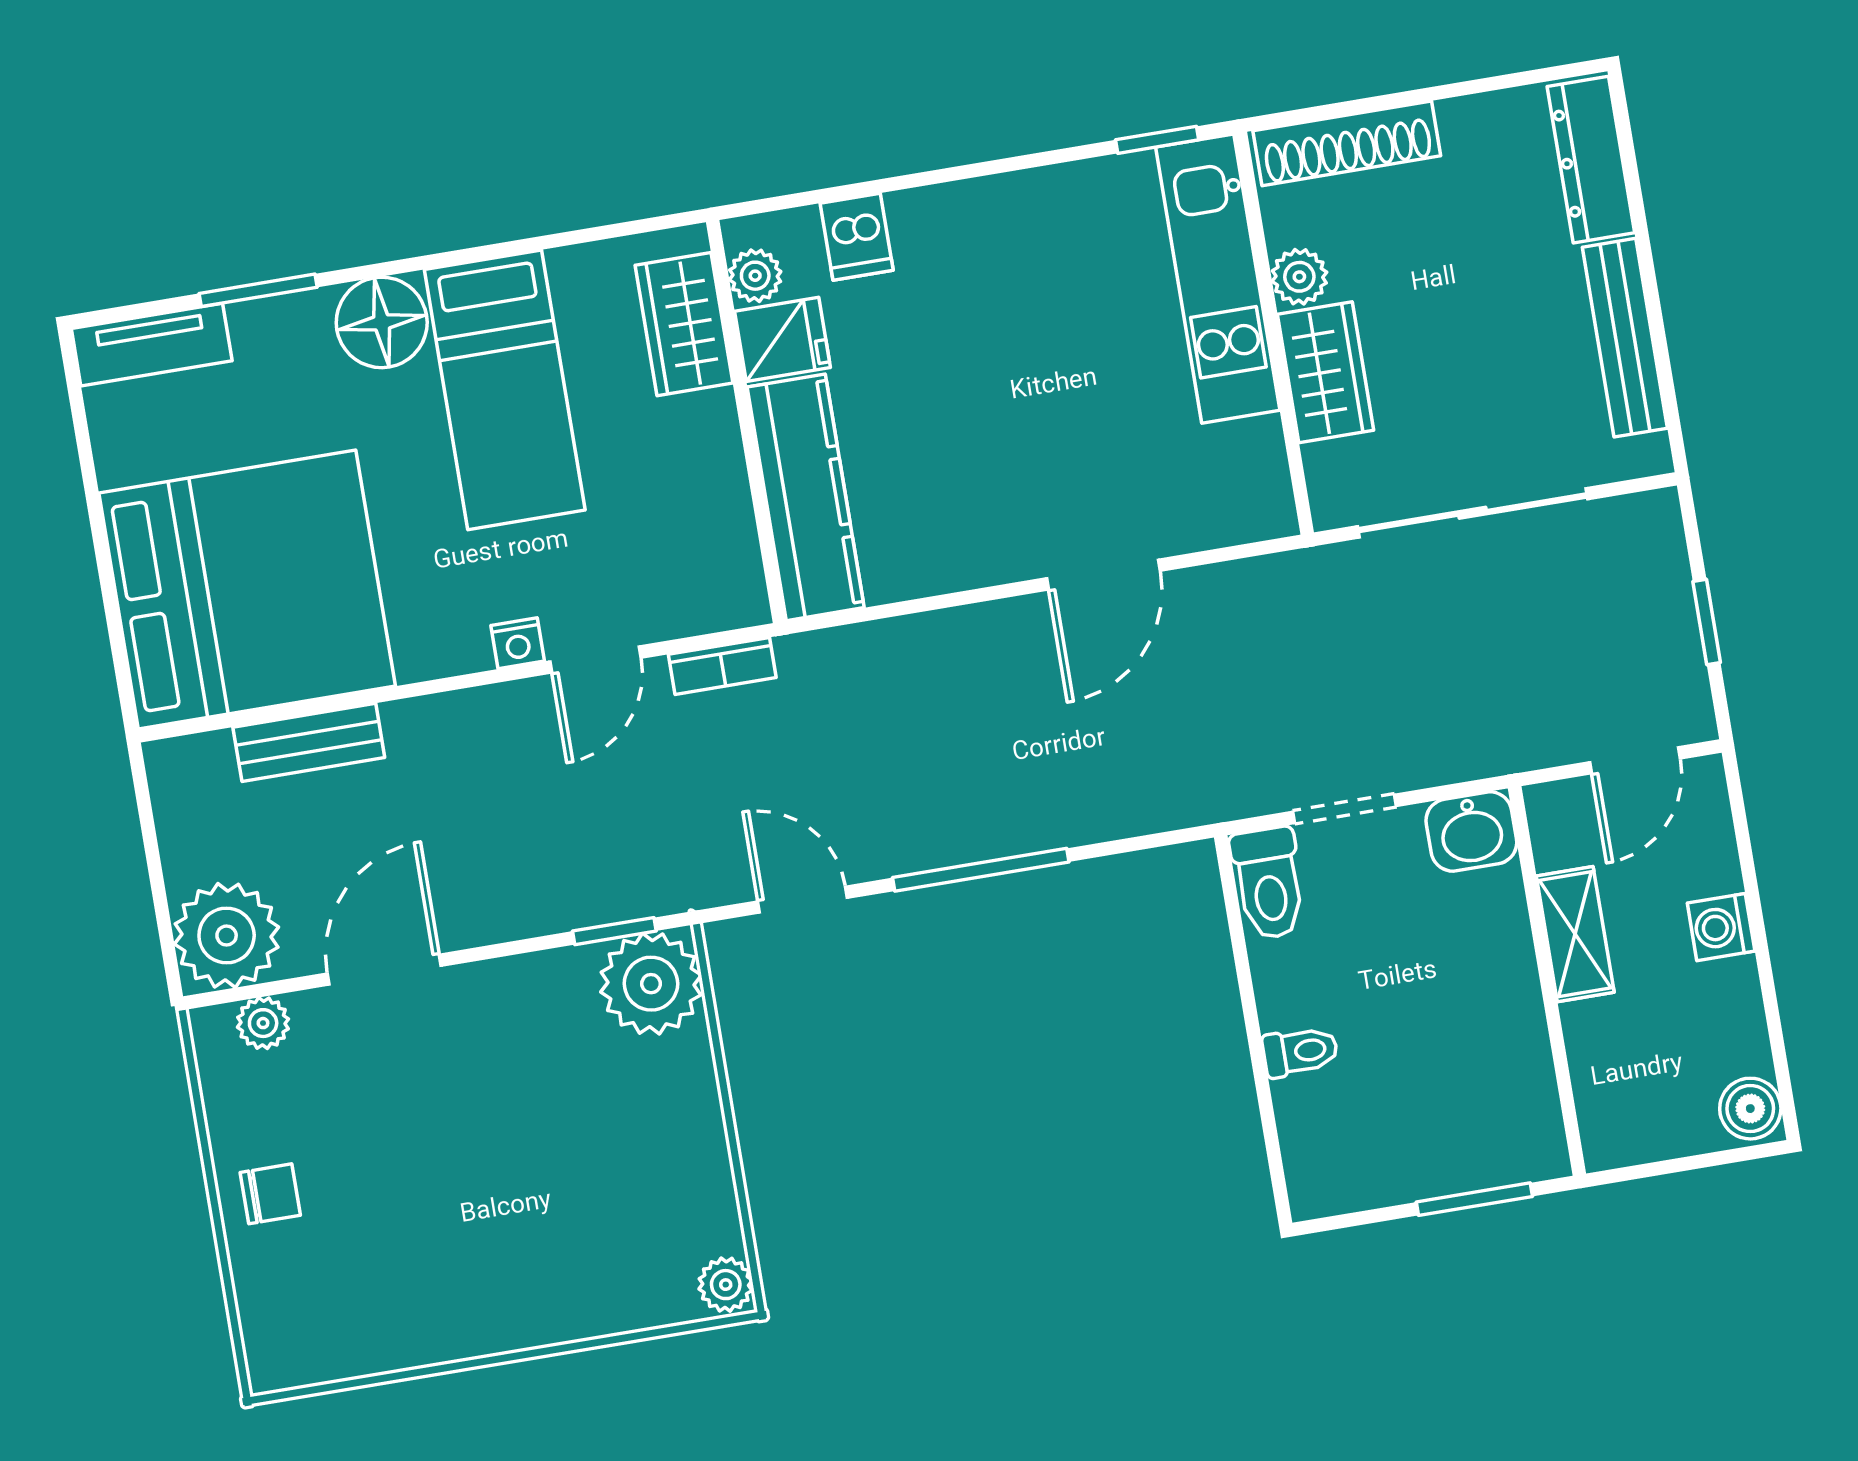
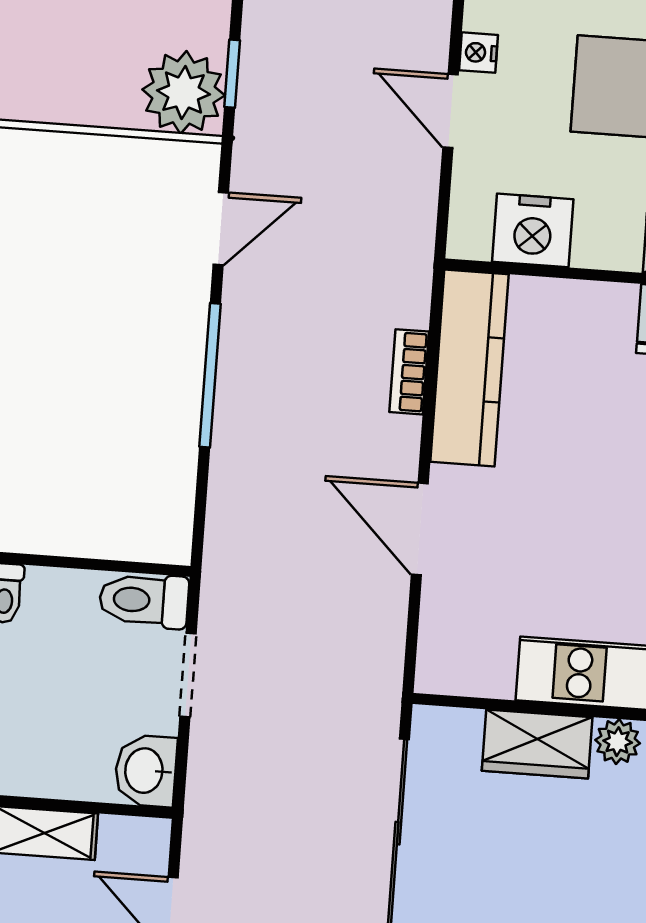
kitchen counter: (806, 497) -> (469, 368), moved, turned -90
nightstand: (714, 527) -> (533, 230), added
bookcase: (722, 666) -> (409, 372), moved

